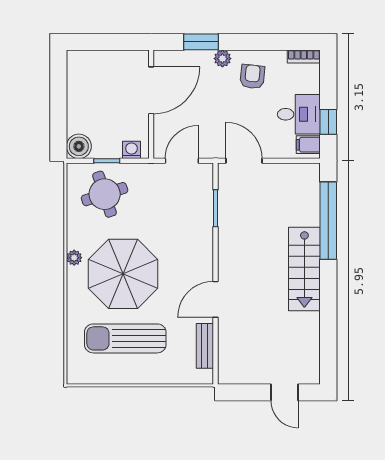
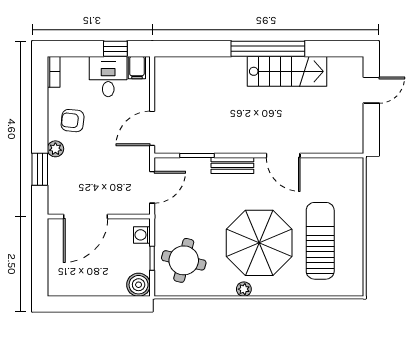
door: (151, 90) -> (86, 216), swing flipped
door: (182, 161) -> (152, 187), swing flipped
round table: (105, 194) -> (184, 260), turned 32
window: (328, 221) -> (268, 49), moved
stairs: (304, 269) -> (287, 71), moved
sun lounger: (125, 338) -> (320, 241), turned 180
bench: (205, 346) -> (232, 165), moved

